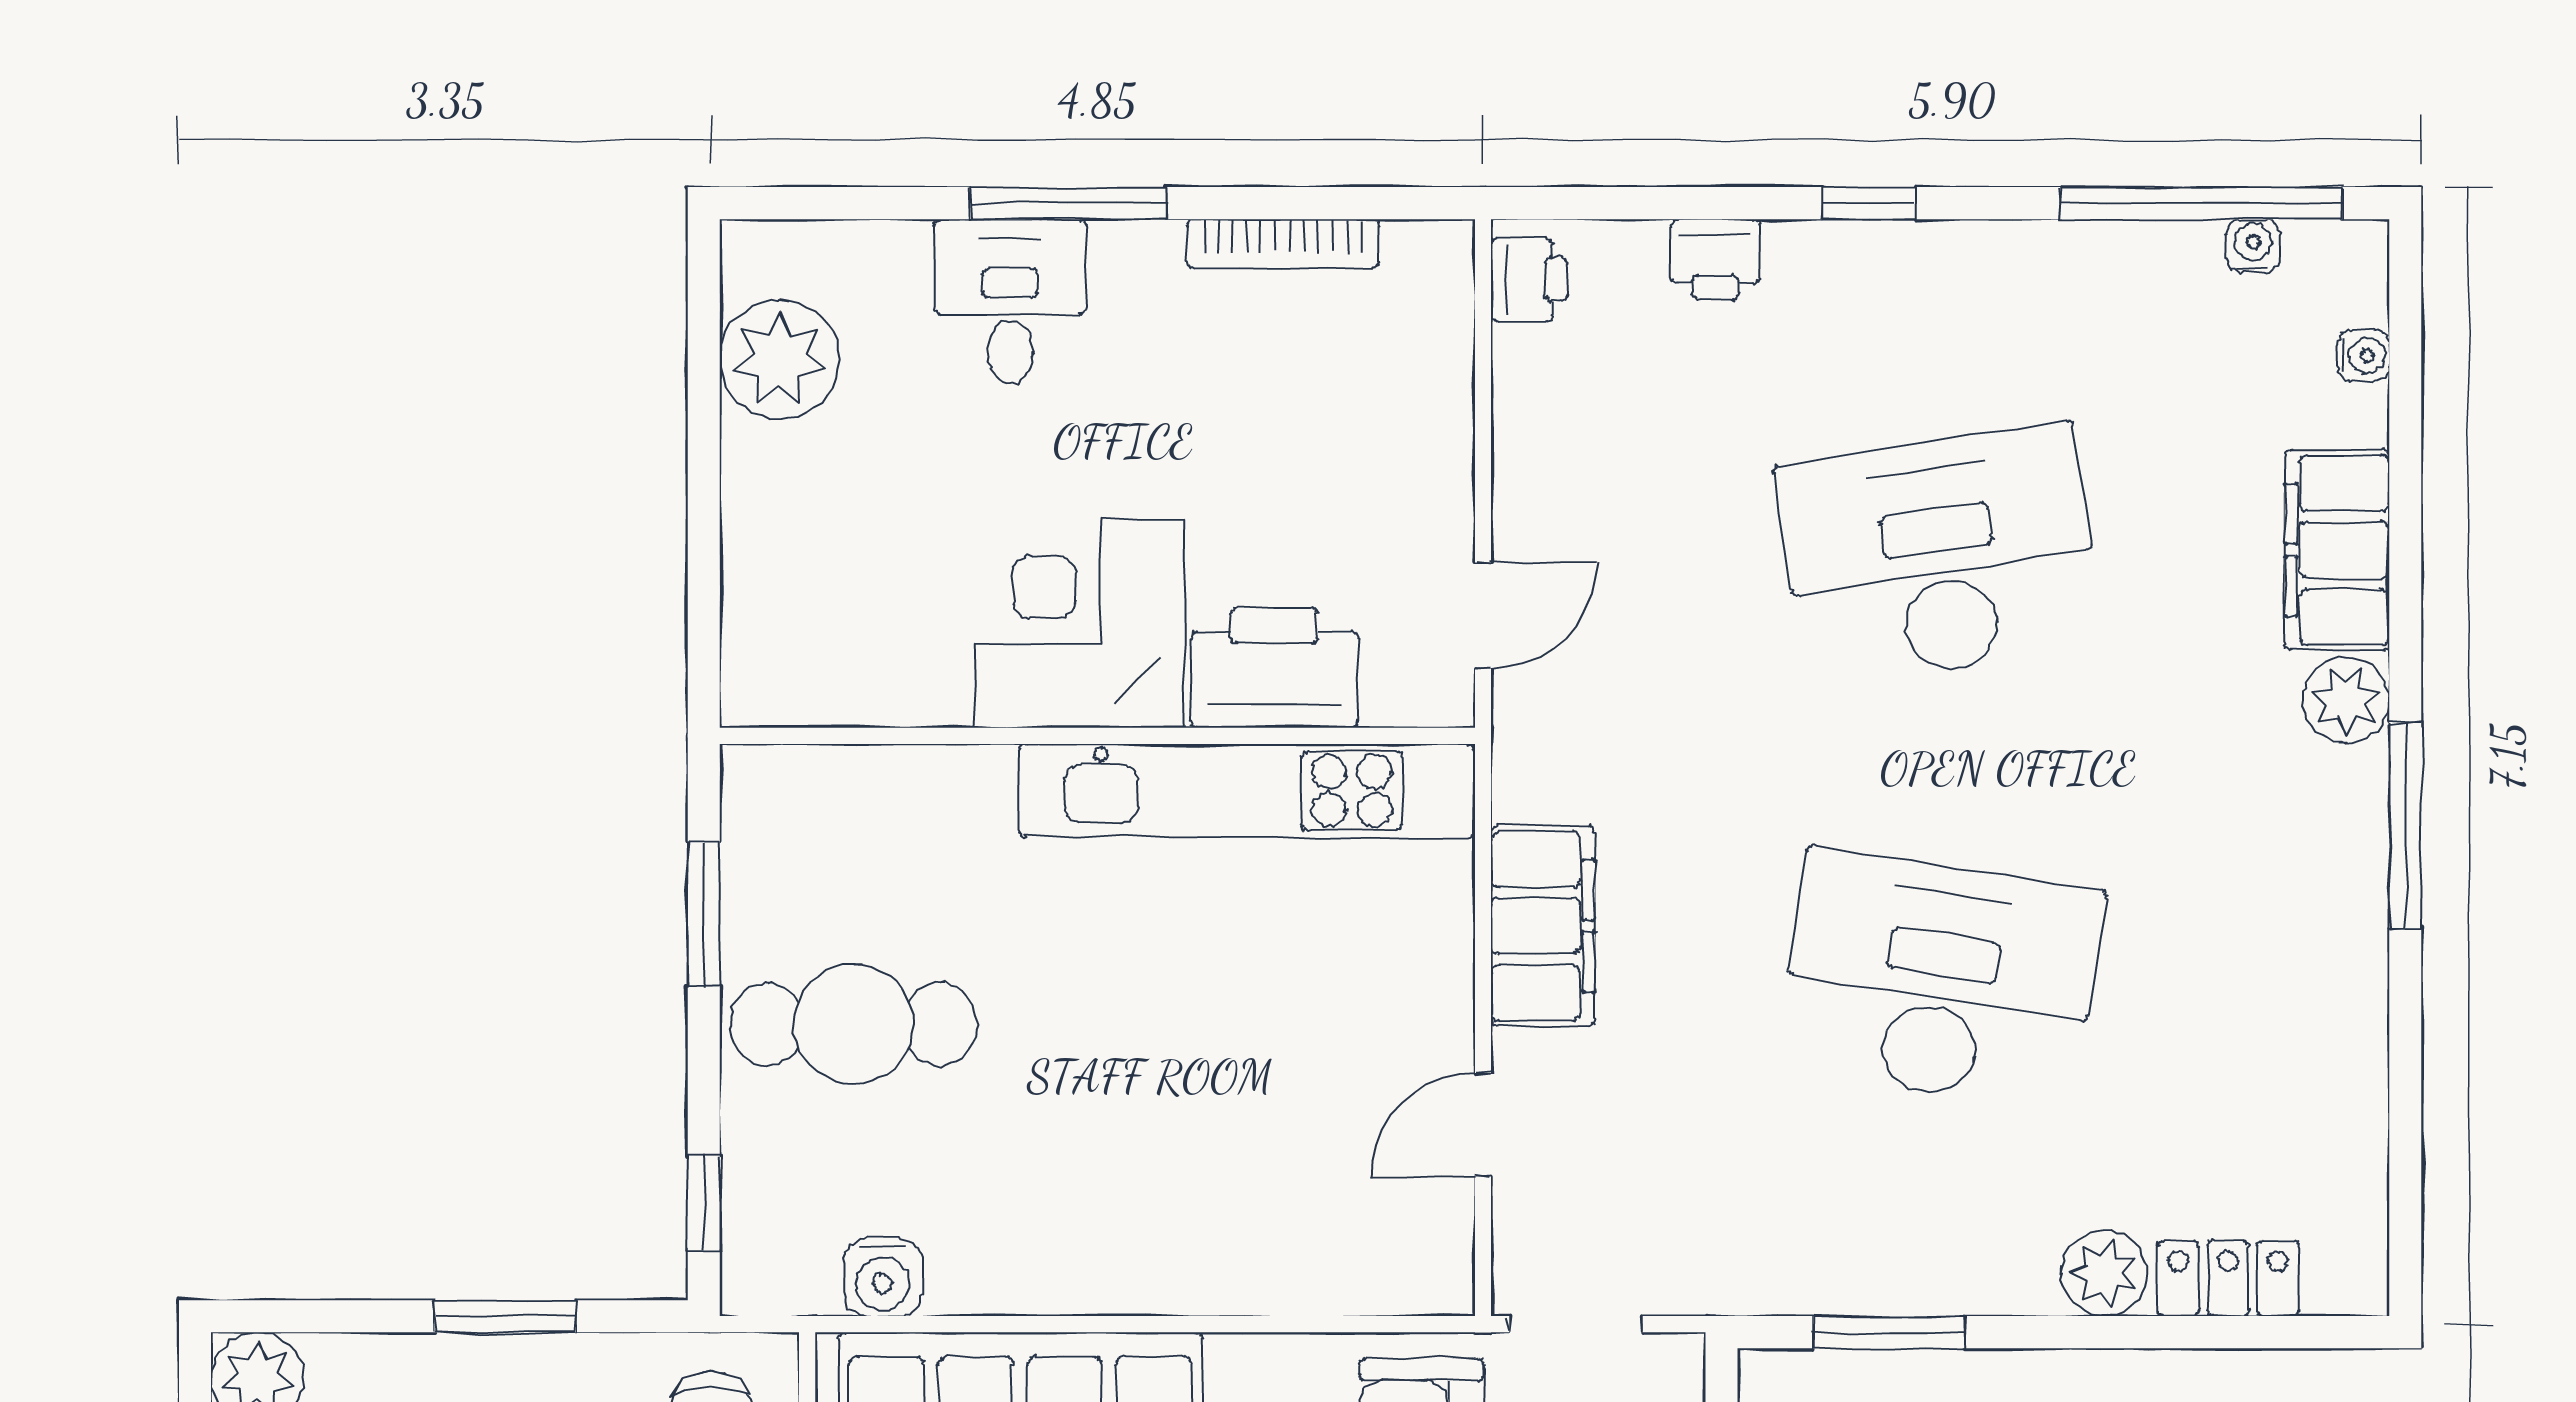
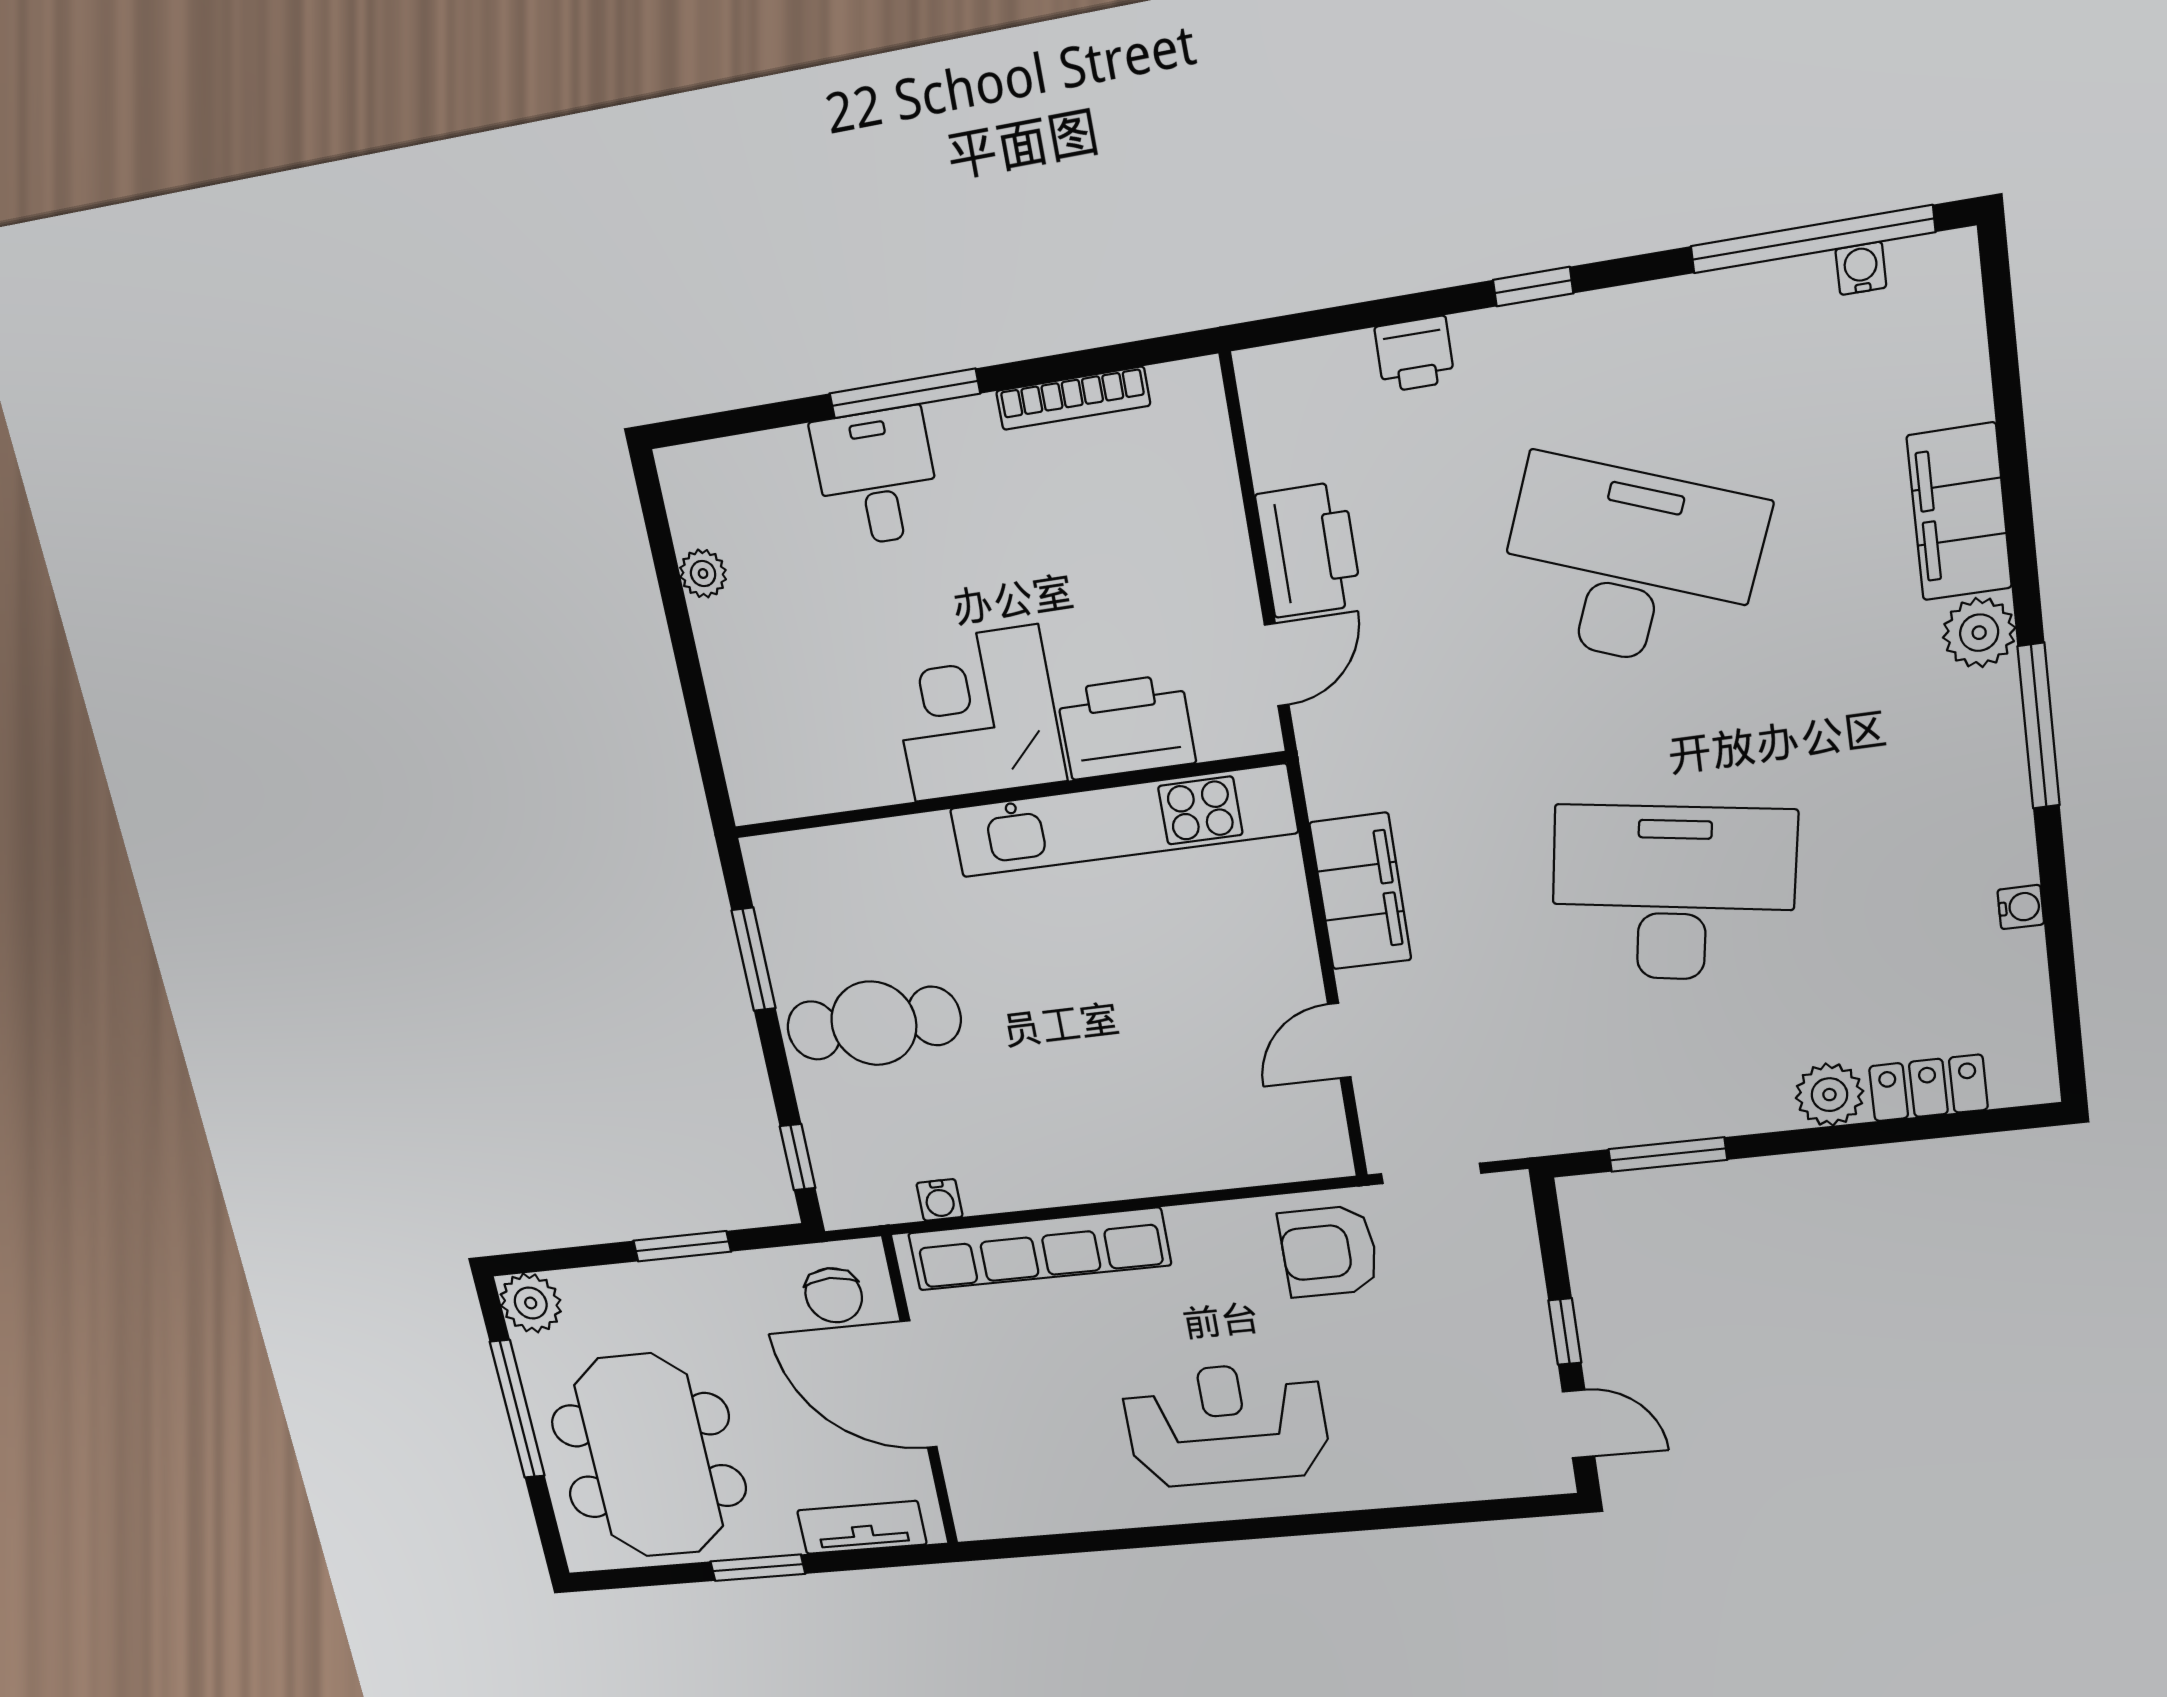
printer: (1529, 279) -> (1309, 550), moved, width x1.87, depth x1.48
water cooler: (2363, 356) -> (2021, 907), moved
plant: (780, 360) -> (703, 574), width x0.53, depth x0.53
desk: (1940, 555) -> (1630, 565), turned 30
water cooler: (883, 1277) -> (940, 1200), width x0.72, depth x0.72

